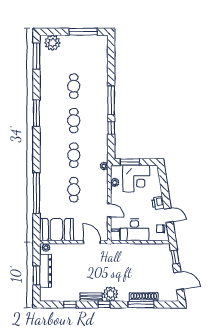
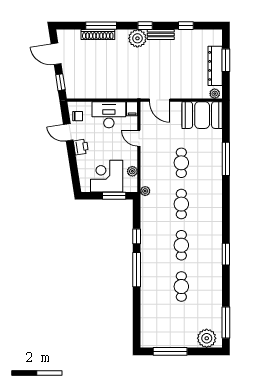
window: (36, 113) -> (226, 254), width x0.69
window: (36, 193) -> (226, 159), width x0.68

